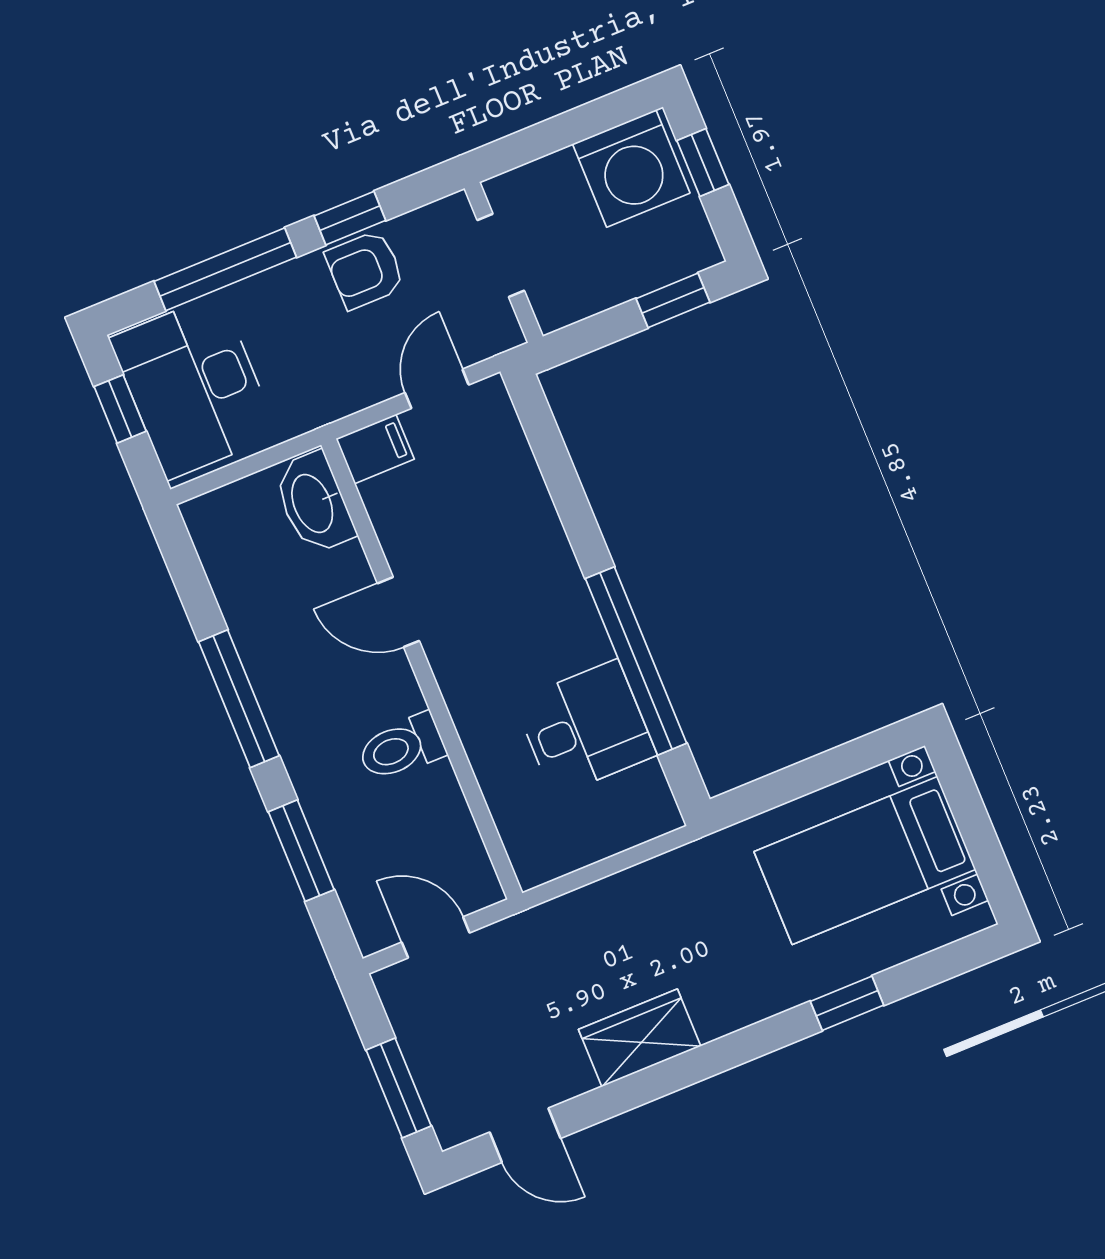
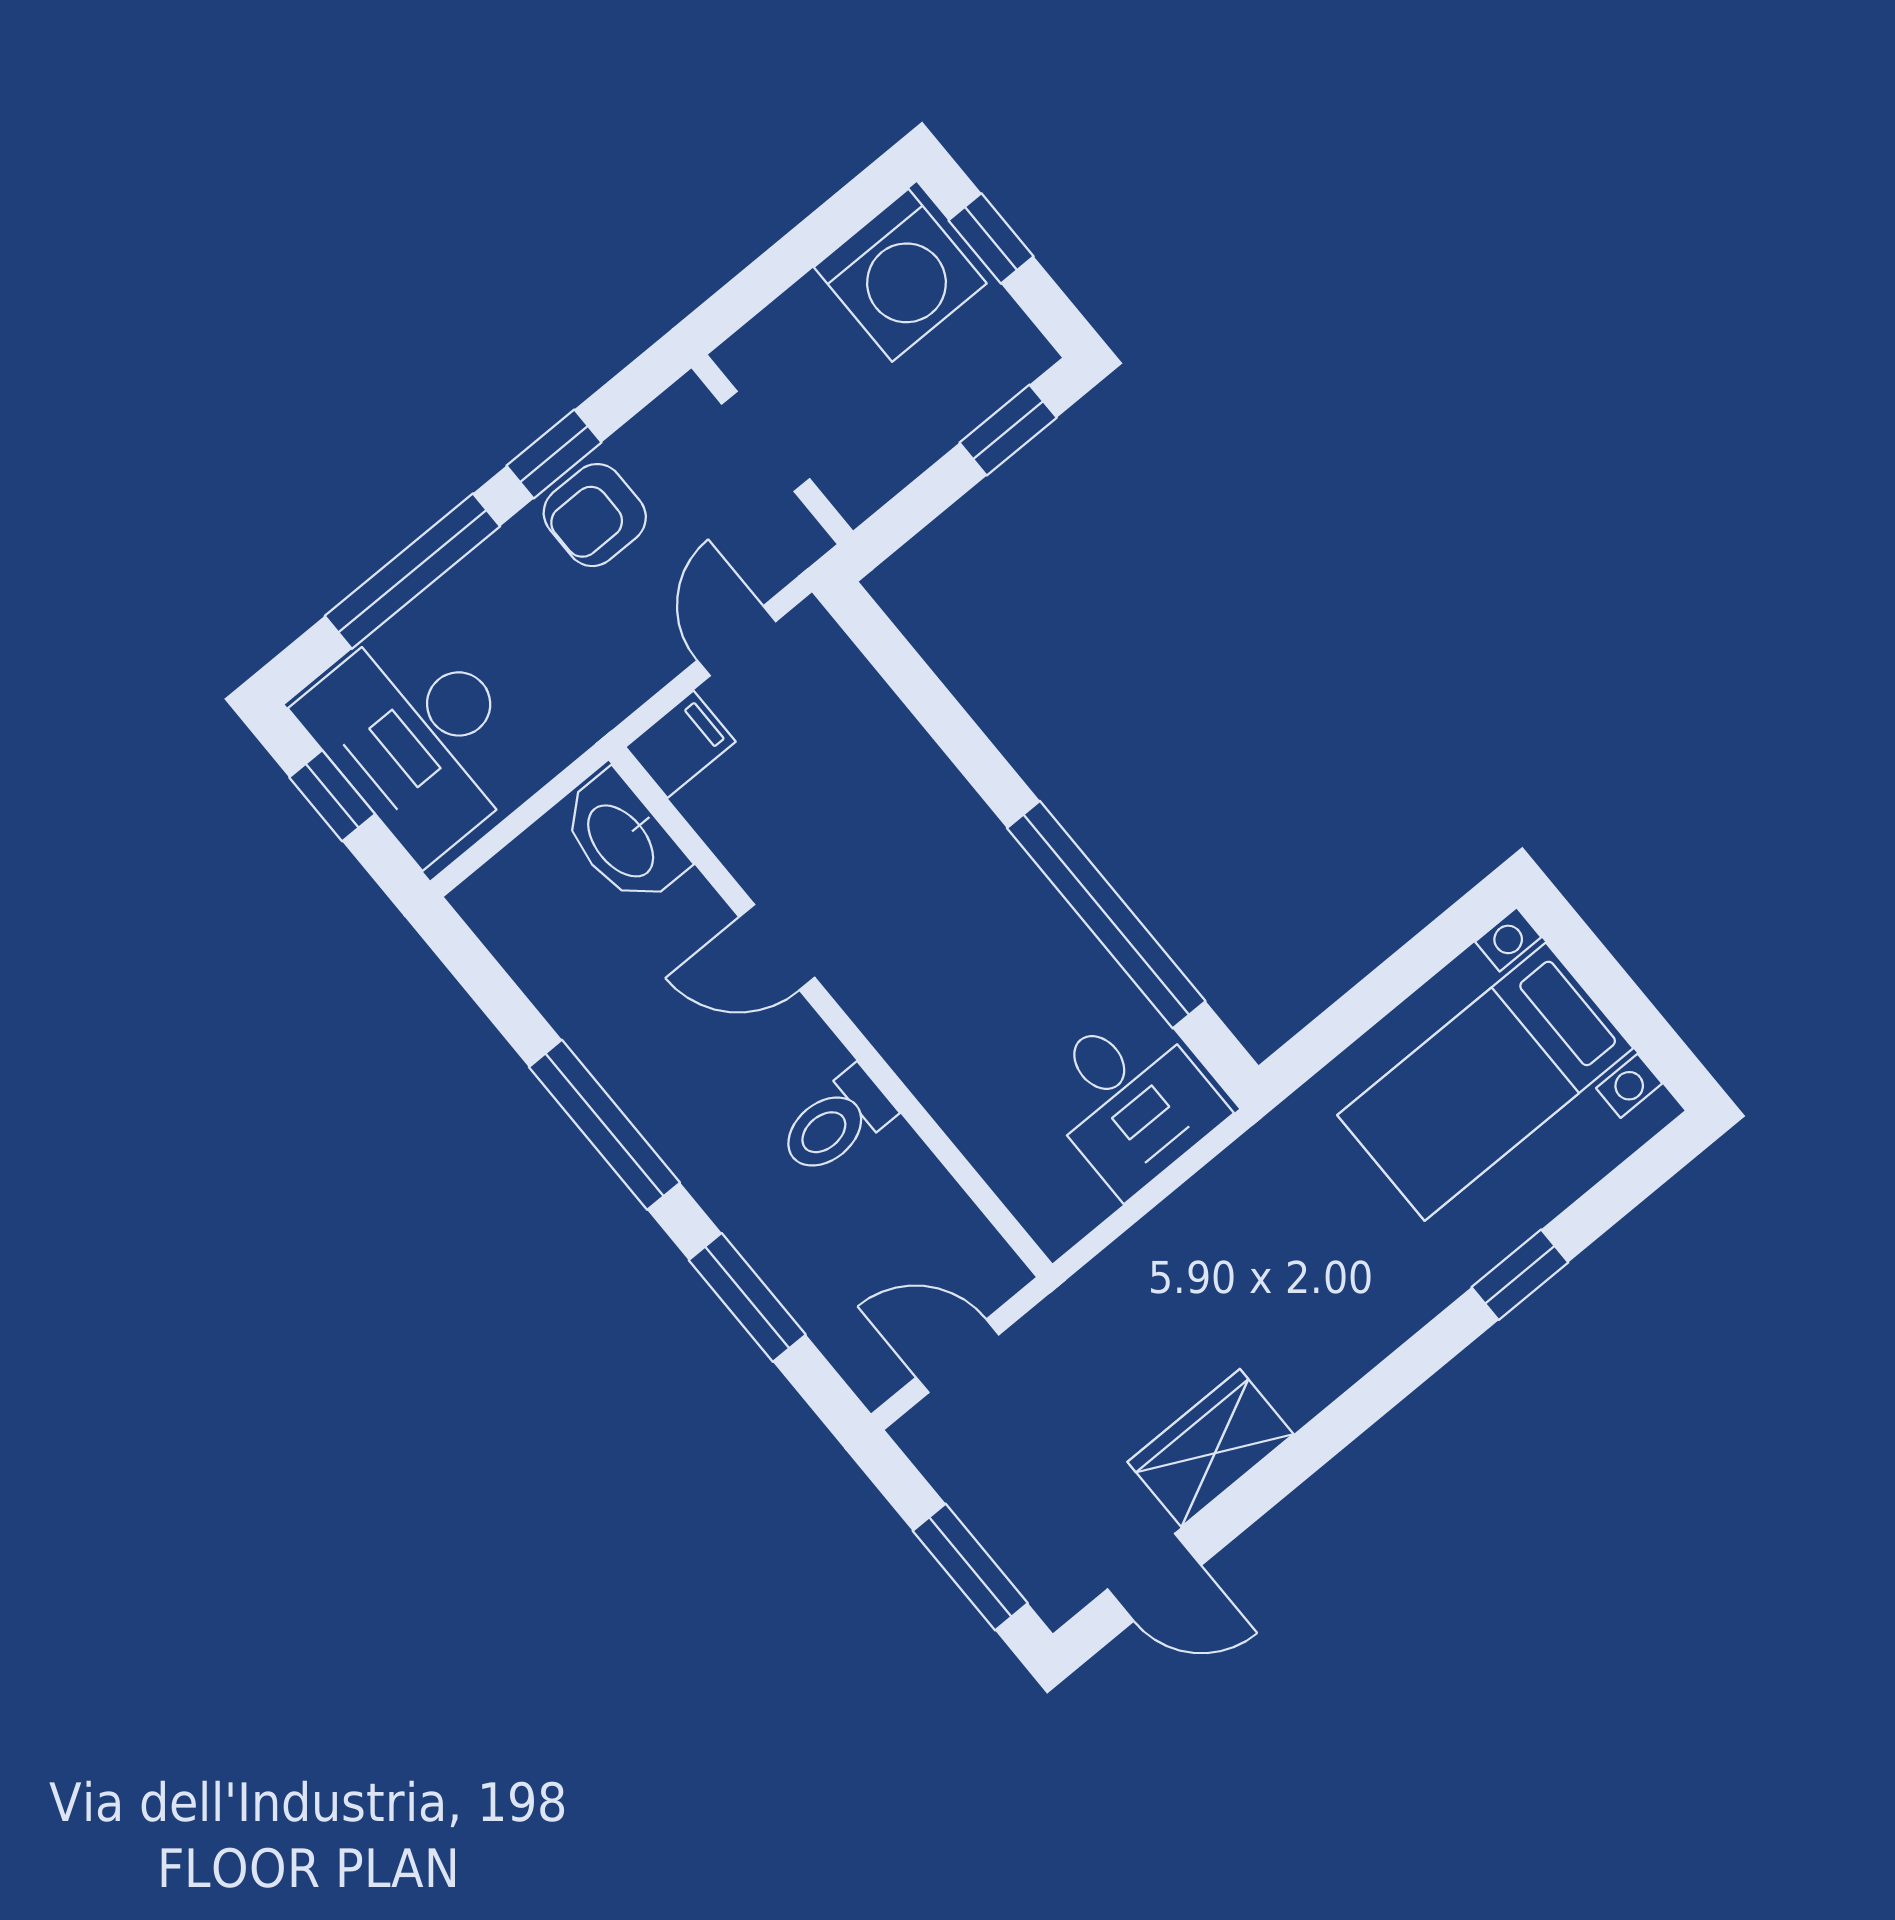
desk: (585, 728) -> (1130, 1099), moved, turned 90
wardrobe: (640, 1038) -> (1211, 1448), moved

